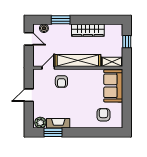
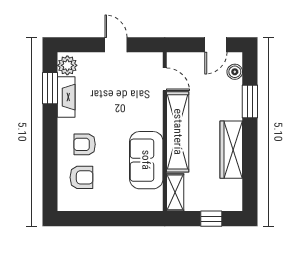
armchair: (61, 81) -> (85, 144), moved
sofa: (113, 86) -> (146, 160), moved, turned -90

